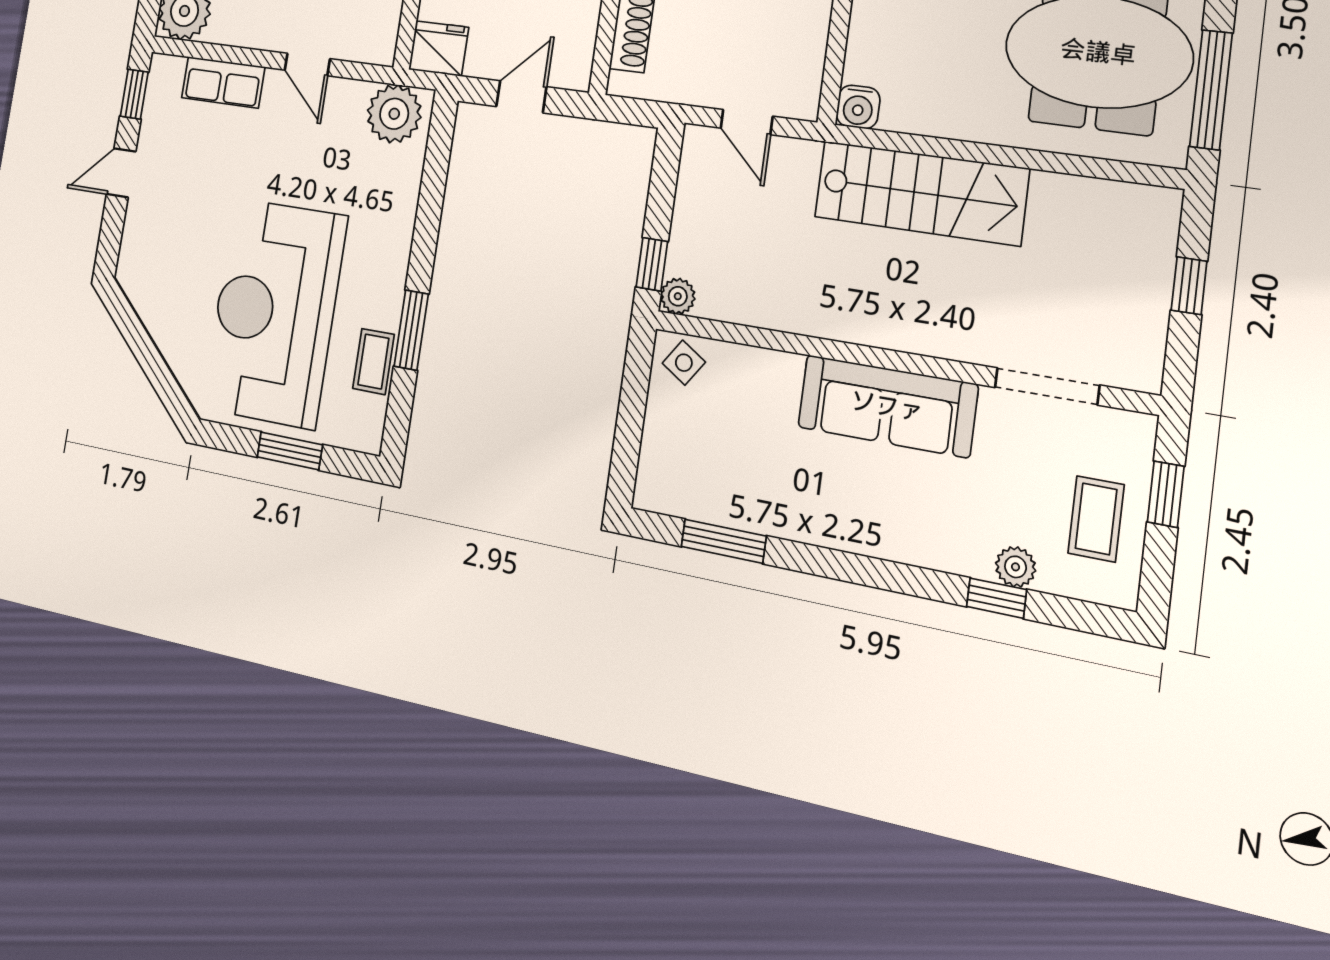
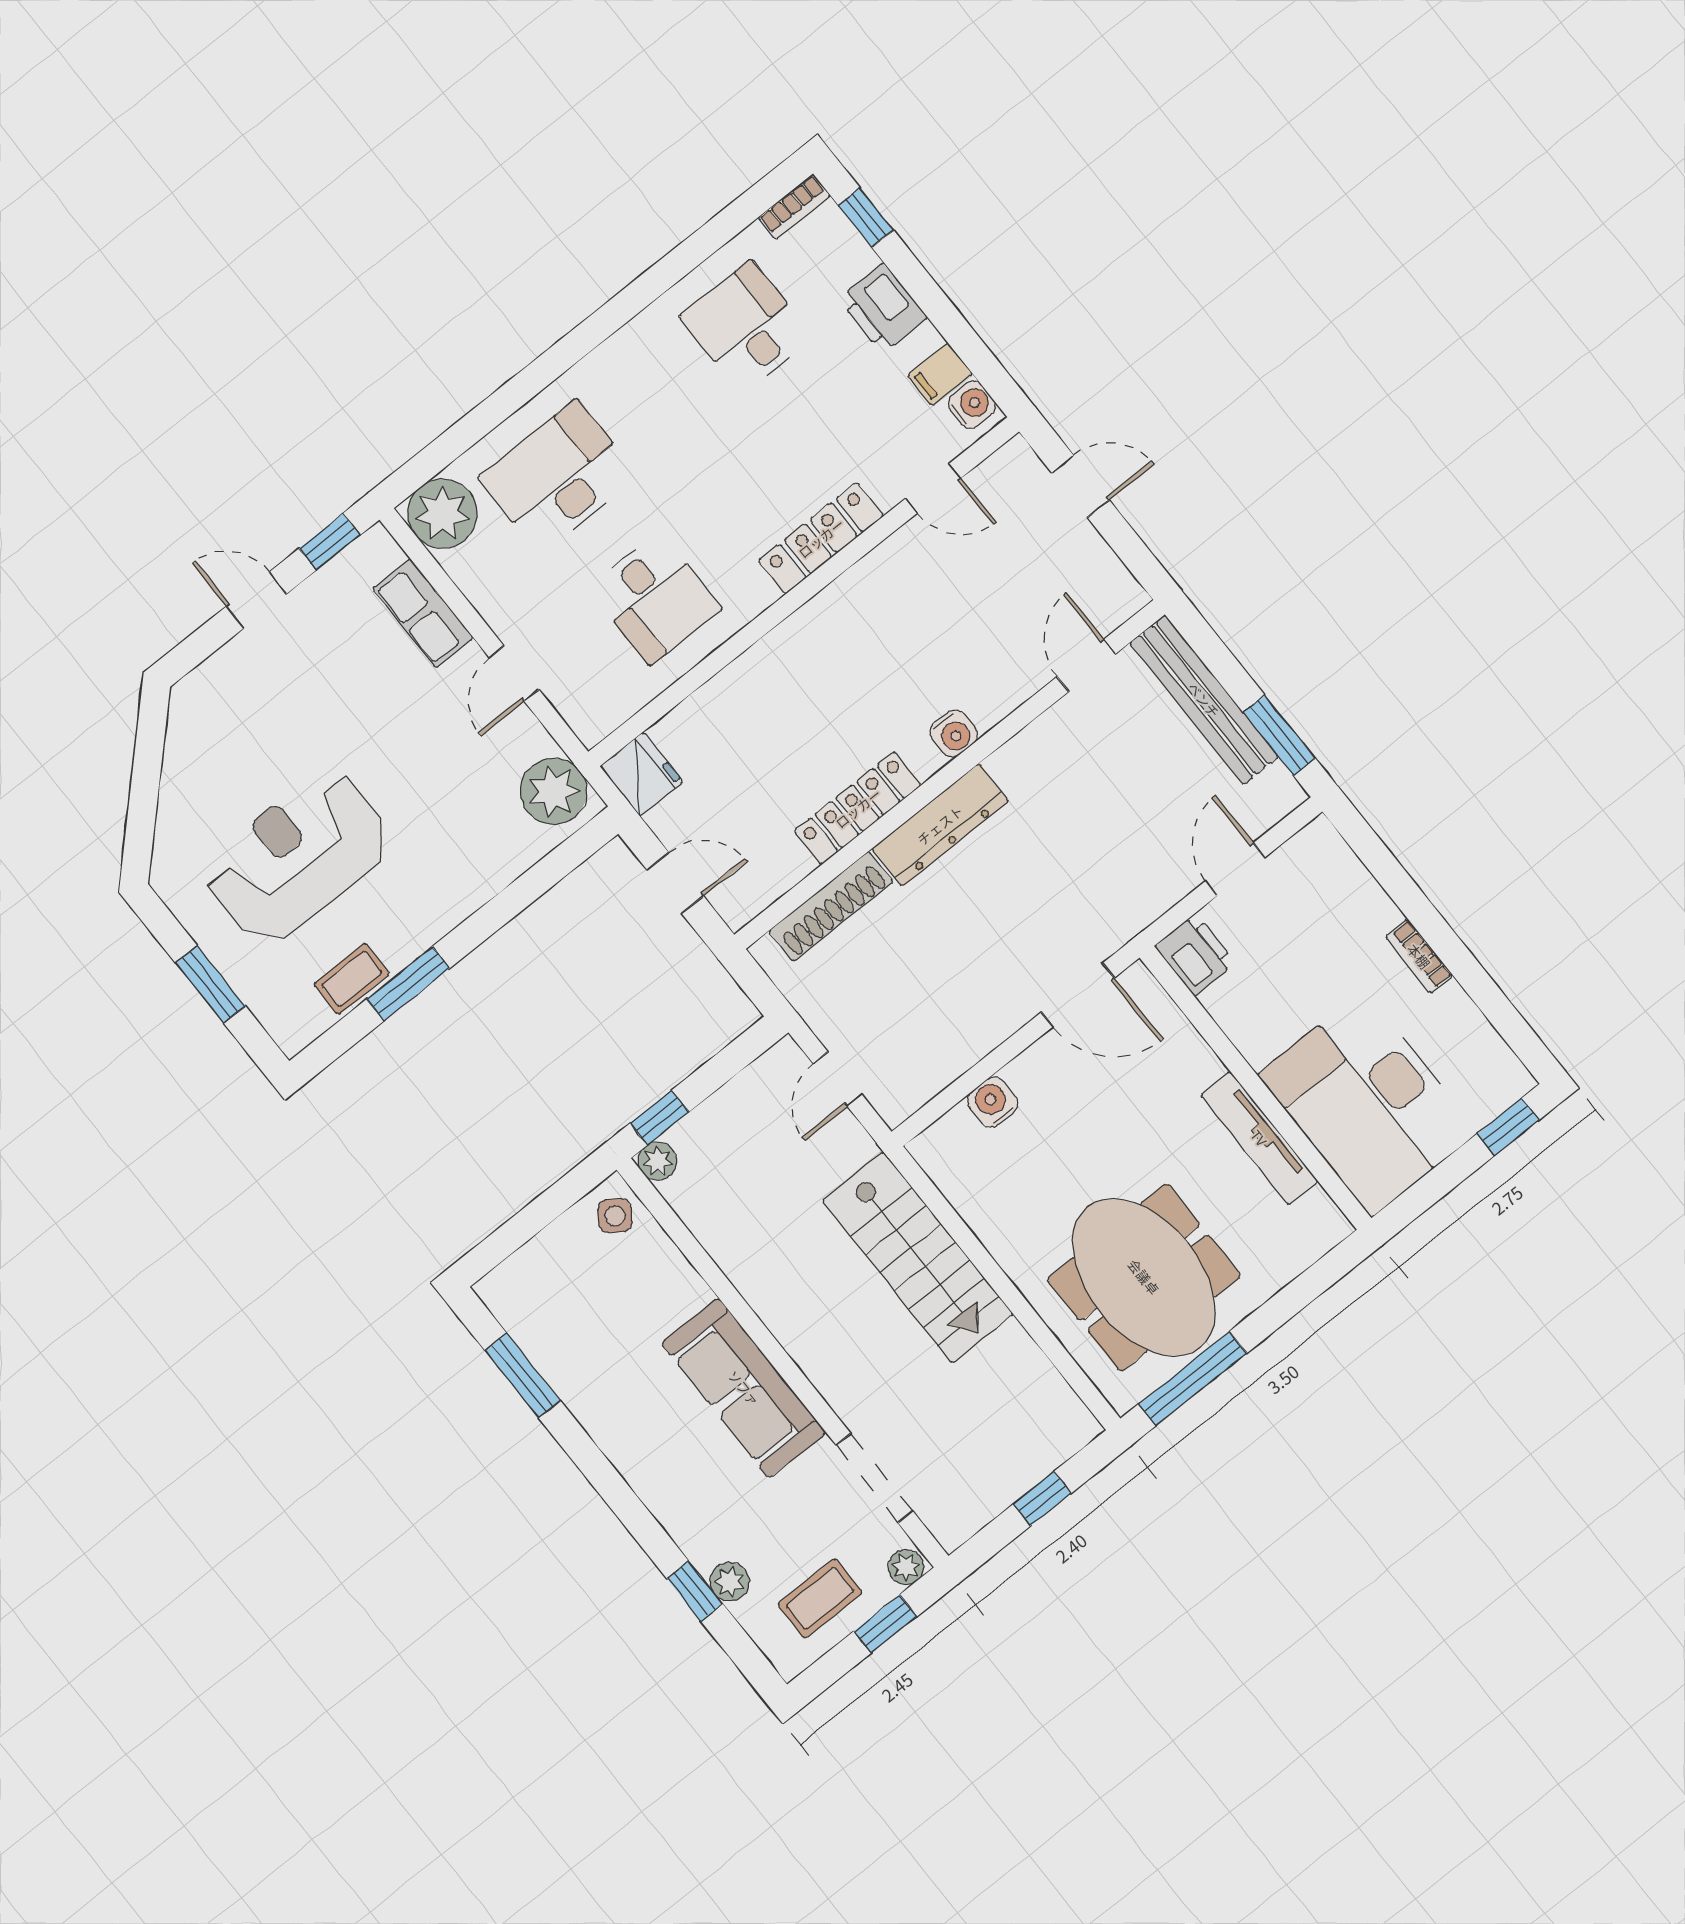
water cooler: (858, 107) -> (993, 1102), moved, turned 90
reception desk: (274, 312) -> (297, 857), width x0.74, depth x0.77
plant: (1138, 434) -> (906, 1567), added

